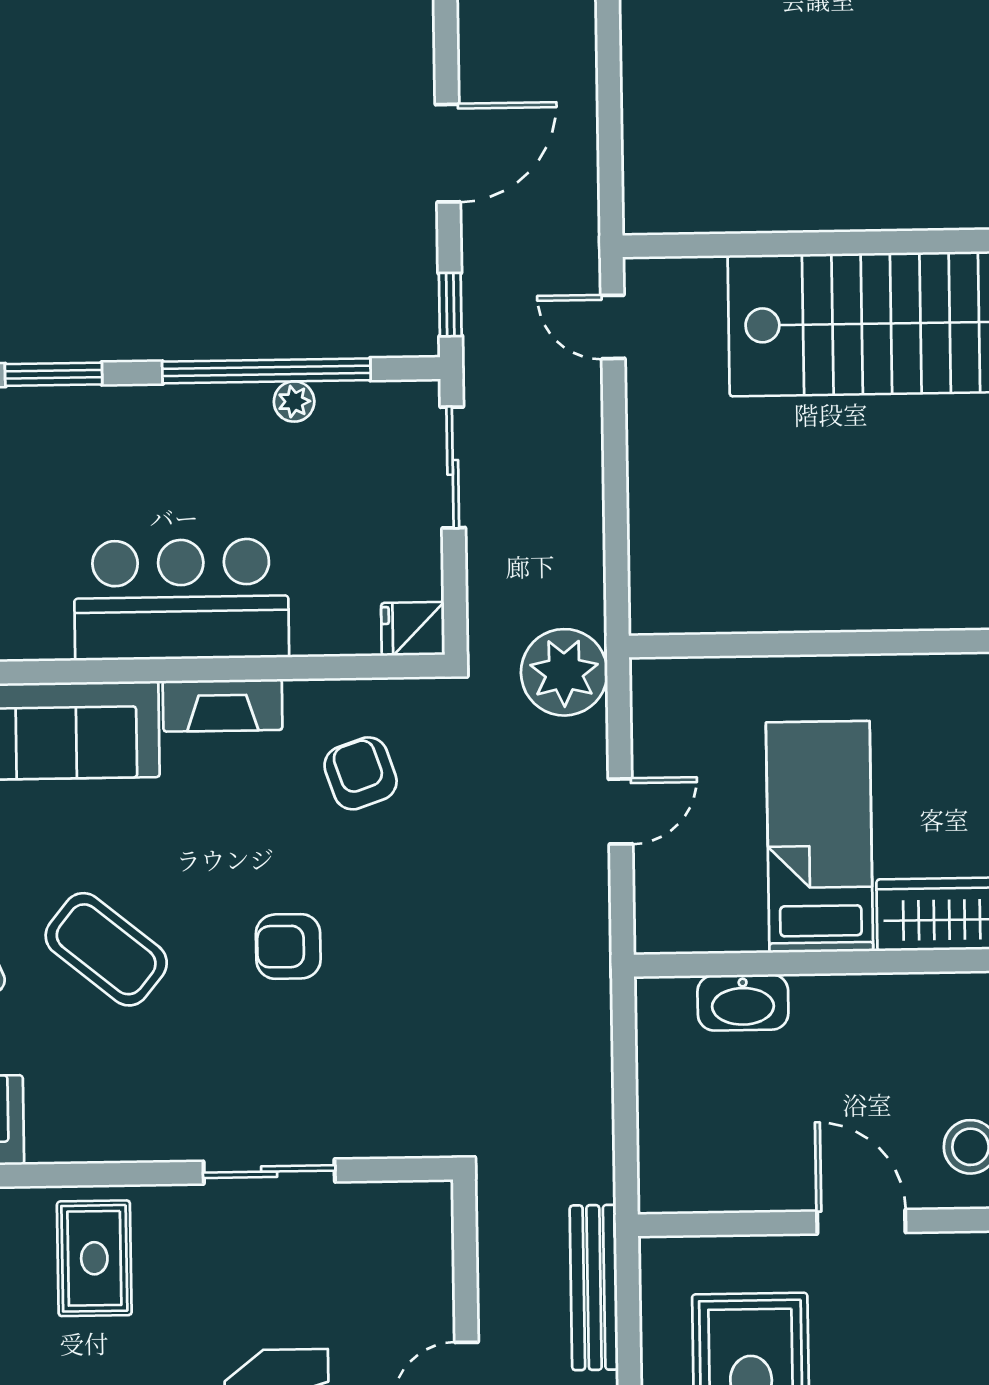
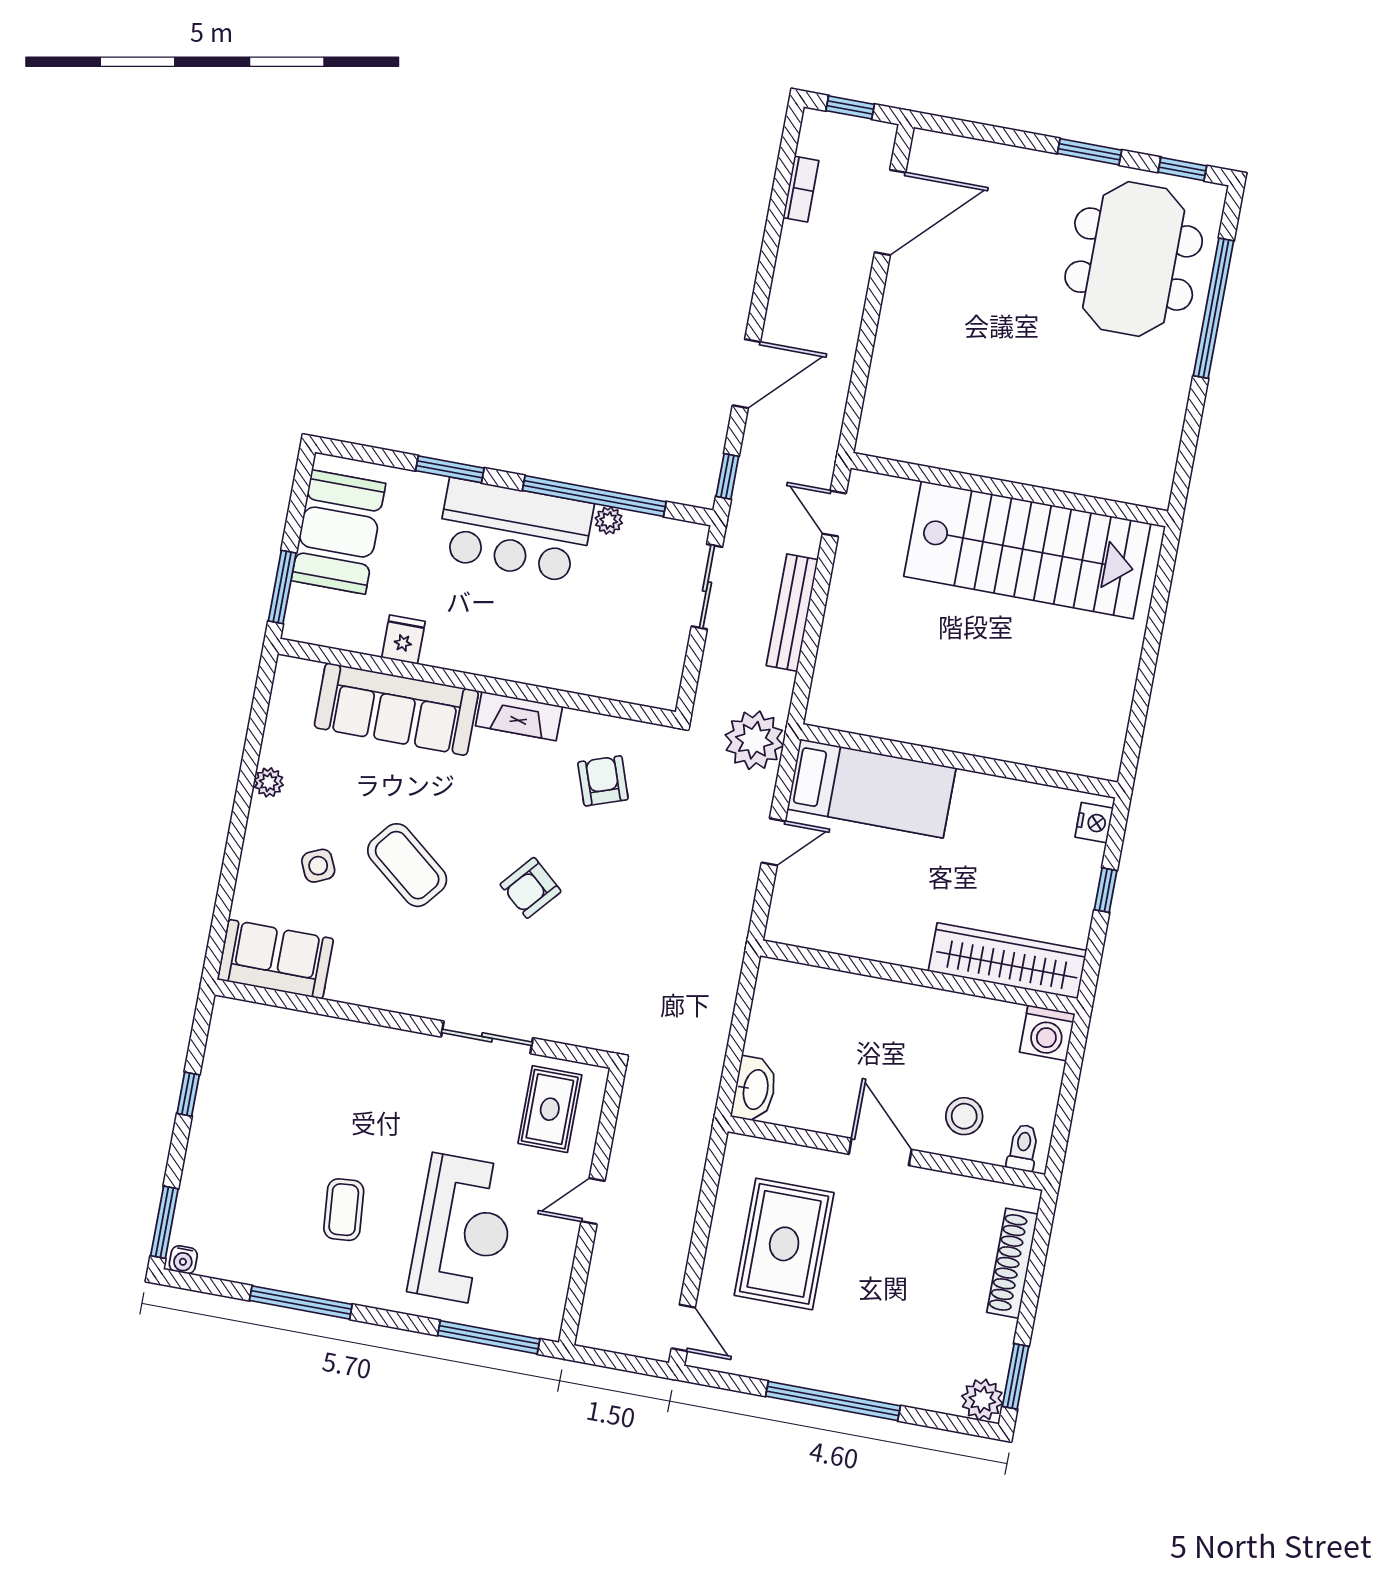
bar counter: (181, 599) -> (515, 531), moved, turned 180
fridge: (413, 629) -> (403, 640), moved, turned 90
bed: (820, 837) -> (872, 789), moved, turned 90
armchair: (288, 946) -> (531, 888), turned -49
washbasin: (743, 1002) -> (755, 1089), moved, turned -90
rug: (94, 1258) -> (550, 1109), moved
bench: (594, 1288) -> (792, 613), moved

